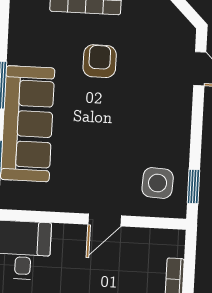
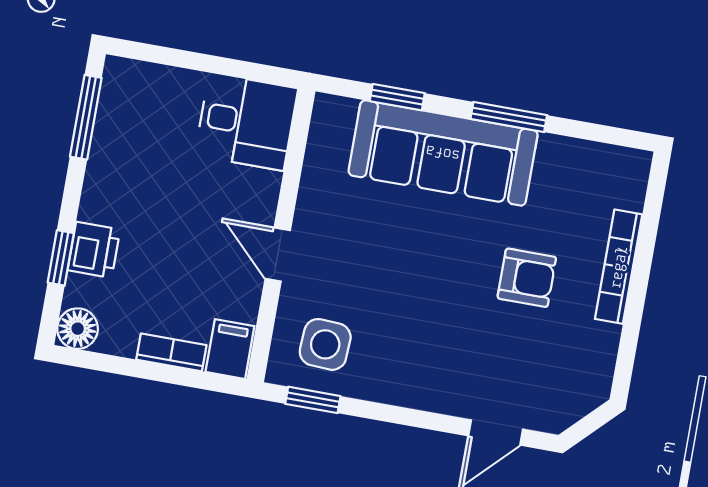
filing cabinet: (168, 243) -> (230, 349), added

